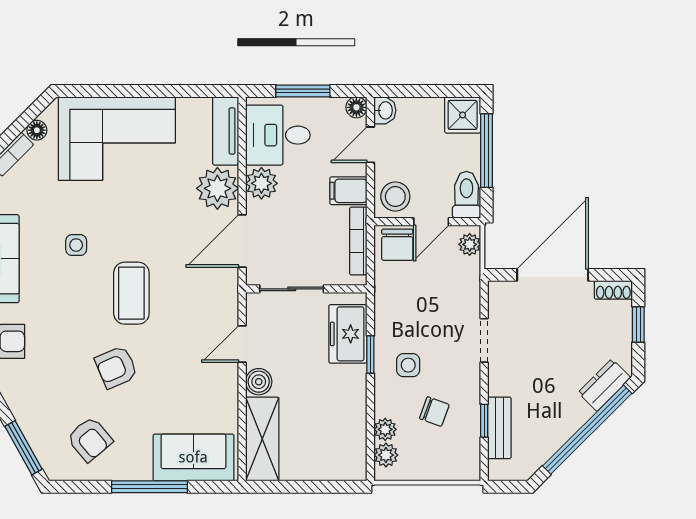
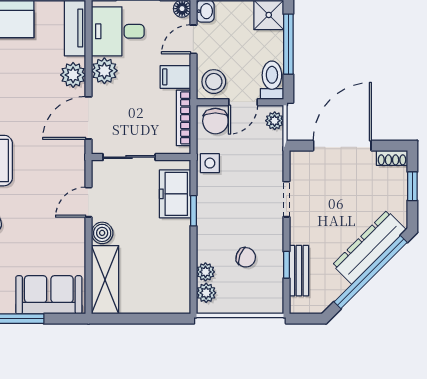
plant: (217, 188) -> (73, 75), width x0.73, depth x0.73
side table: (408, 365) -> (210, 163), moved
dresser: (604, 385) -> (369, 247), width x1.96, depth x1.24

